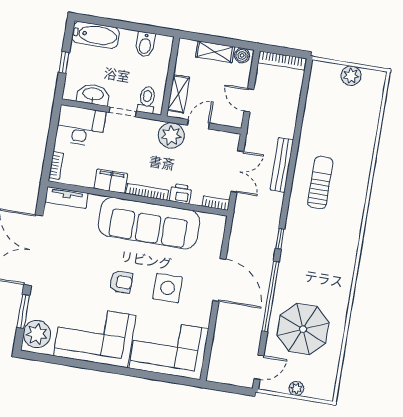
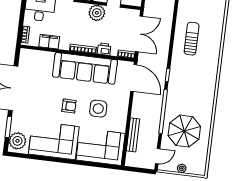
bench: (282, 165) -> (133, 135), moved
double door: (237, 172) -> (139, 34), width x1.37
filing cabinet: (111, 181) -> (49, 42), moved
tv unit: (67, 198) -> (33, 54), removed
door: (219, 280) -> (134, 78), moved

